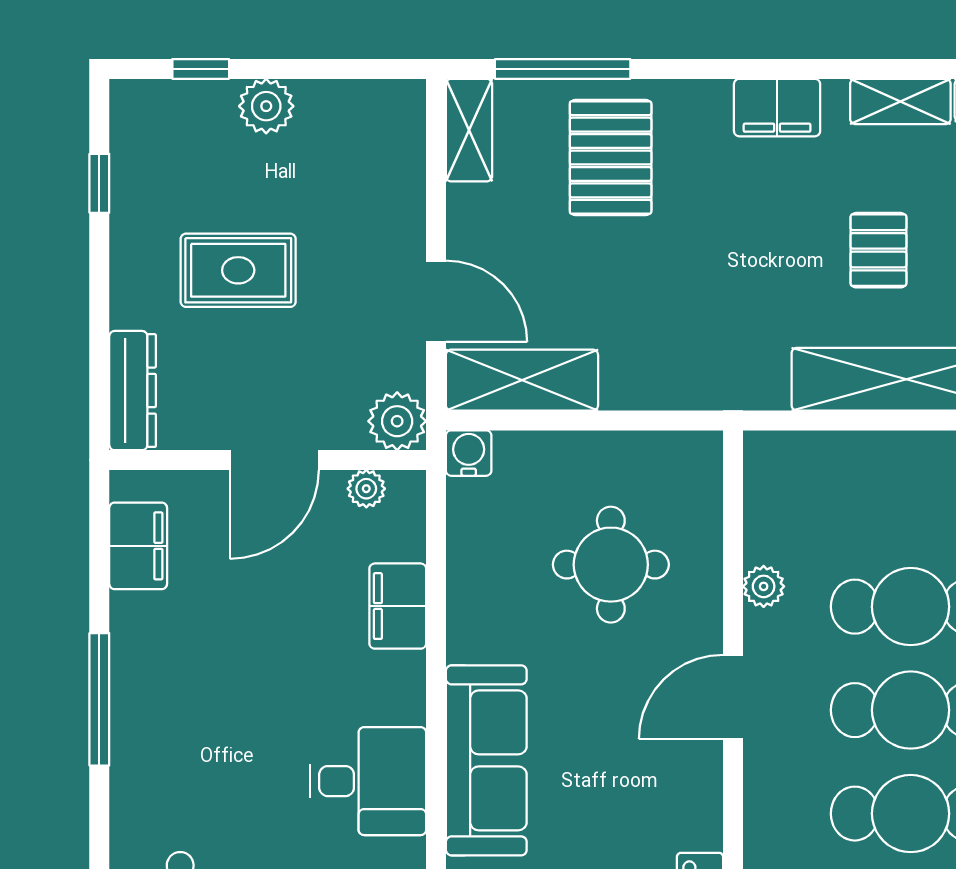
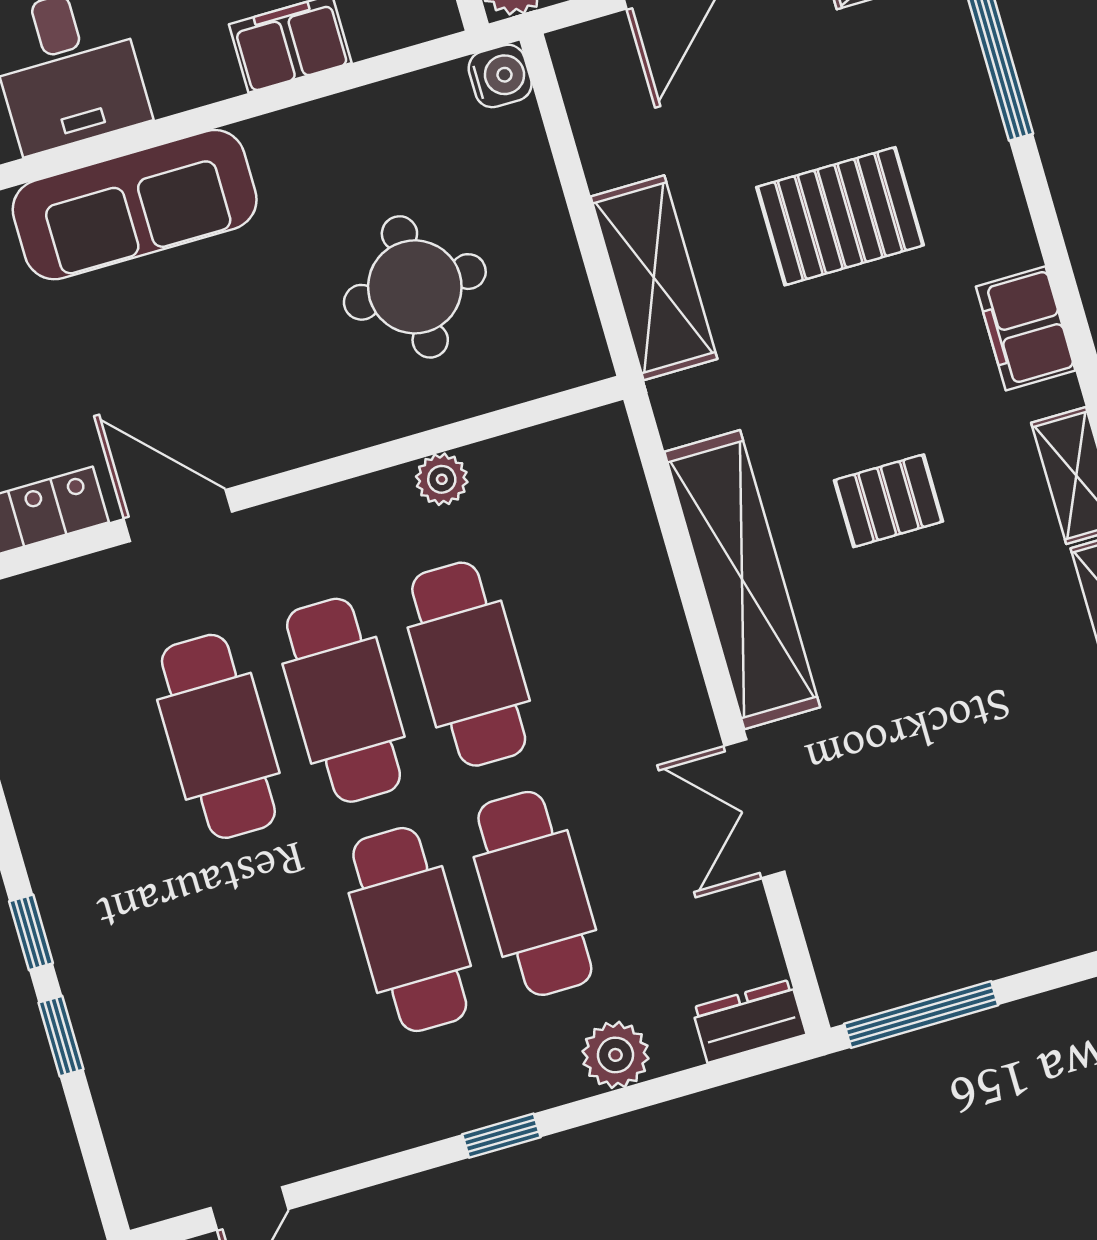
pallet: (611, 158) -> (840, 216), moved
shelving: (522, 380) -> (654, 278), moved
door: (733, 697) -> (178, 515), moved

